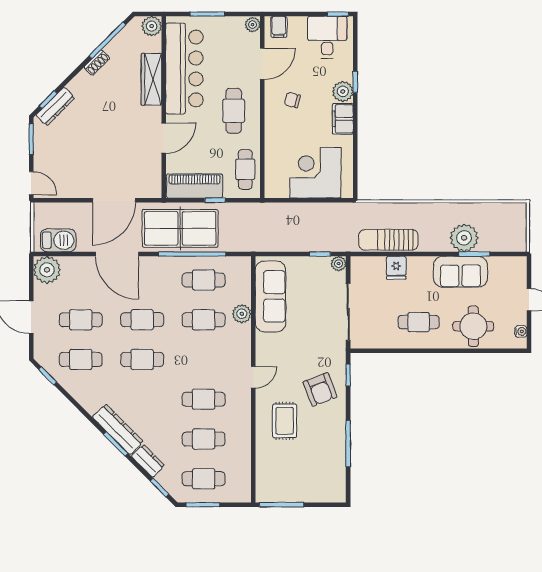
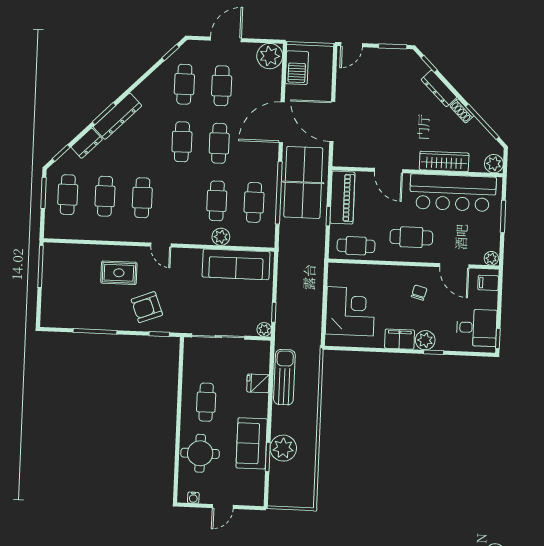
dresser: (55, 106) -> (439, 88), moved

